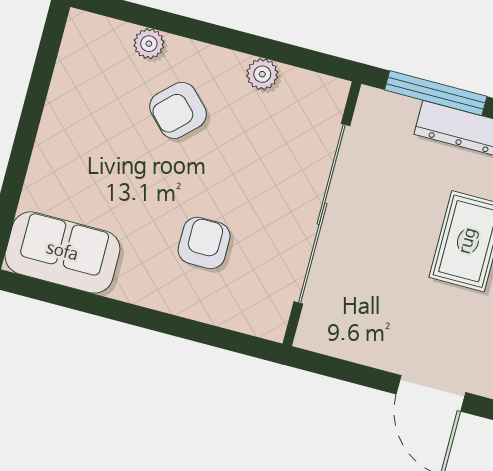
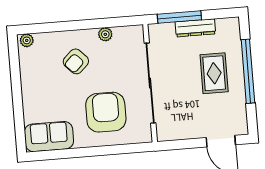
plant: (149, 44) -> (27, 40), moved
armchair: (204, 243) -> (106, 112), width x1.88, depth x1.88

